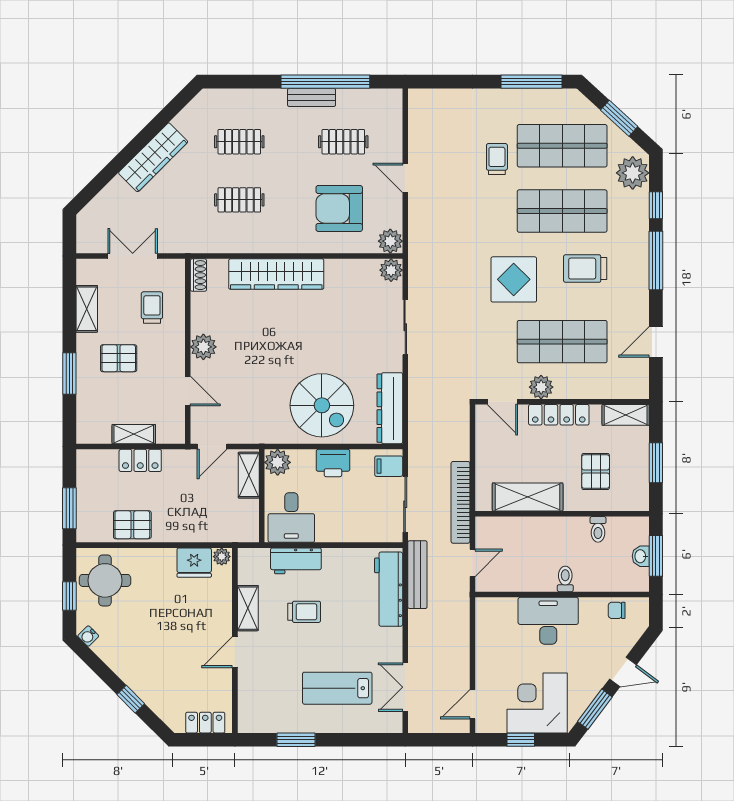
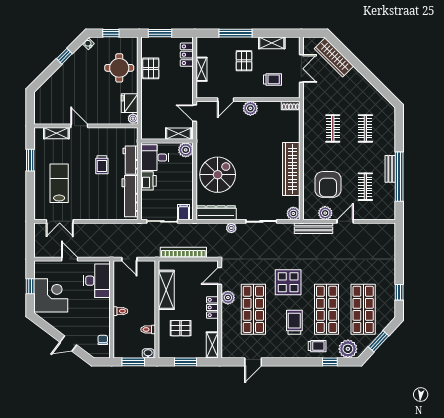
window: (531, 82) -> (399, 292), width x0.46
wardrobe: (153, 157) -> (334, 57), moved
trolley: (497, 159) -> (317, 346), moved
armchair: (339, 208) -> (328, 184), turned 180
plant: (390, 241) -> (325, 213), moved
window: (656, 261) -> (299, 362), removed
wardrobe: (276, 274) -> (291, 169), moved
door: (656, 342) -> (253, 362), swing flipped
window: (69, 374) -> (235, 33), width x1.44
plant: (417, 381) -> (231, 228), added
spiral stairs: (322, 405) -> (218, 175), turned 180
locker: (559, 415) -> (212, 307), width x0.66
locker: (140, 460) -> (187, 55), moved
printer: (333, 463) -> (149, 181), moved, turned 180
bookcase: (460, 502) -> (183, 252), moved
washbasin: (641, 556) -> (148, 353), moved
bench: (417, 575) -> (314, 228), moved
round table: (105, 580) -> (119, 68), moved
workbench: (389, 589) -> (130, 196), moved, turned -90
shelving: (248, 608) -> (56, 133), moved
desk: (548, 621) -> (97, 281), moved
door: (623, 672) -> (68, 344), hinge flipped
double door: (405, 687) -> (60, 221), swing flipped
window: (131, 699) -> (64, 56), moved
door: (472, 704) -> (70, 259), moved
window: (595, 709) -> (47, 328), removed
locker: (205, 723) -> (40, 109), removed

